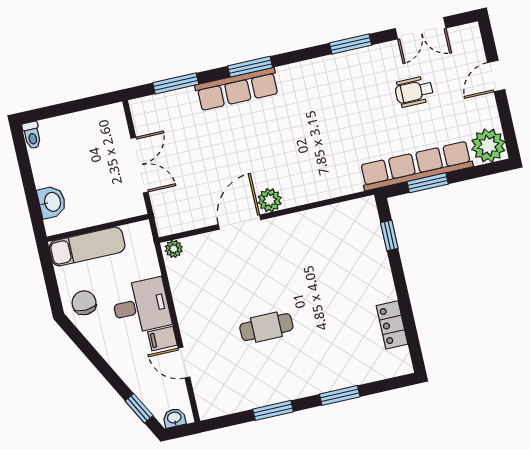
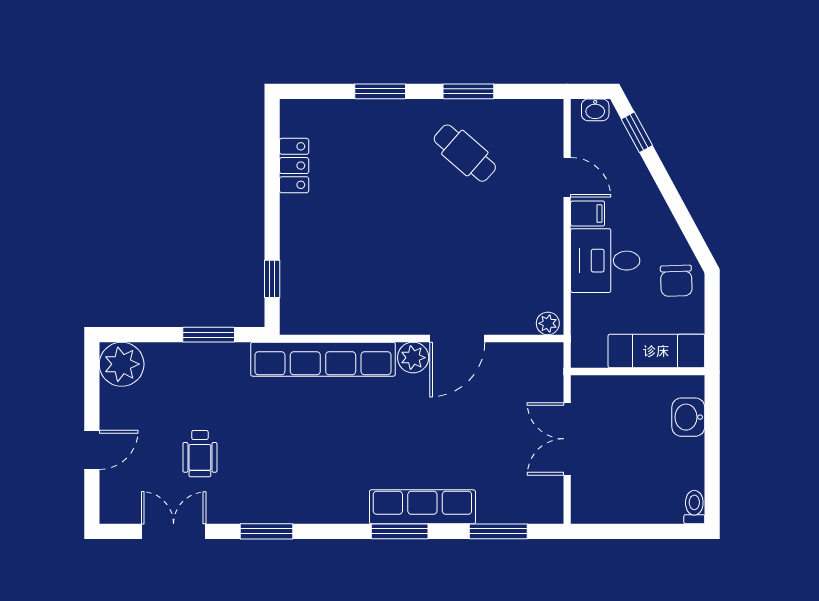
wheelchair: (414, 91) -> (200, 454), turned 90
row of seats: (416, 166) -> (323, 359), moved
cafe table: (266, 327) -> (465, 153), moved, turned 41

